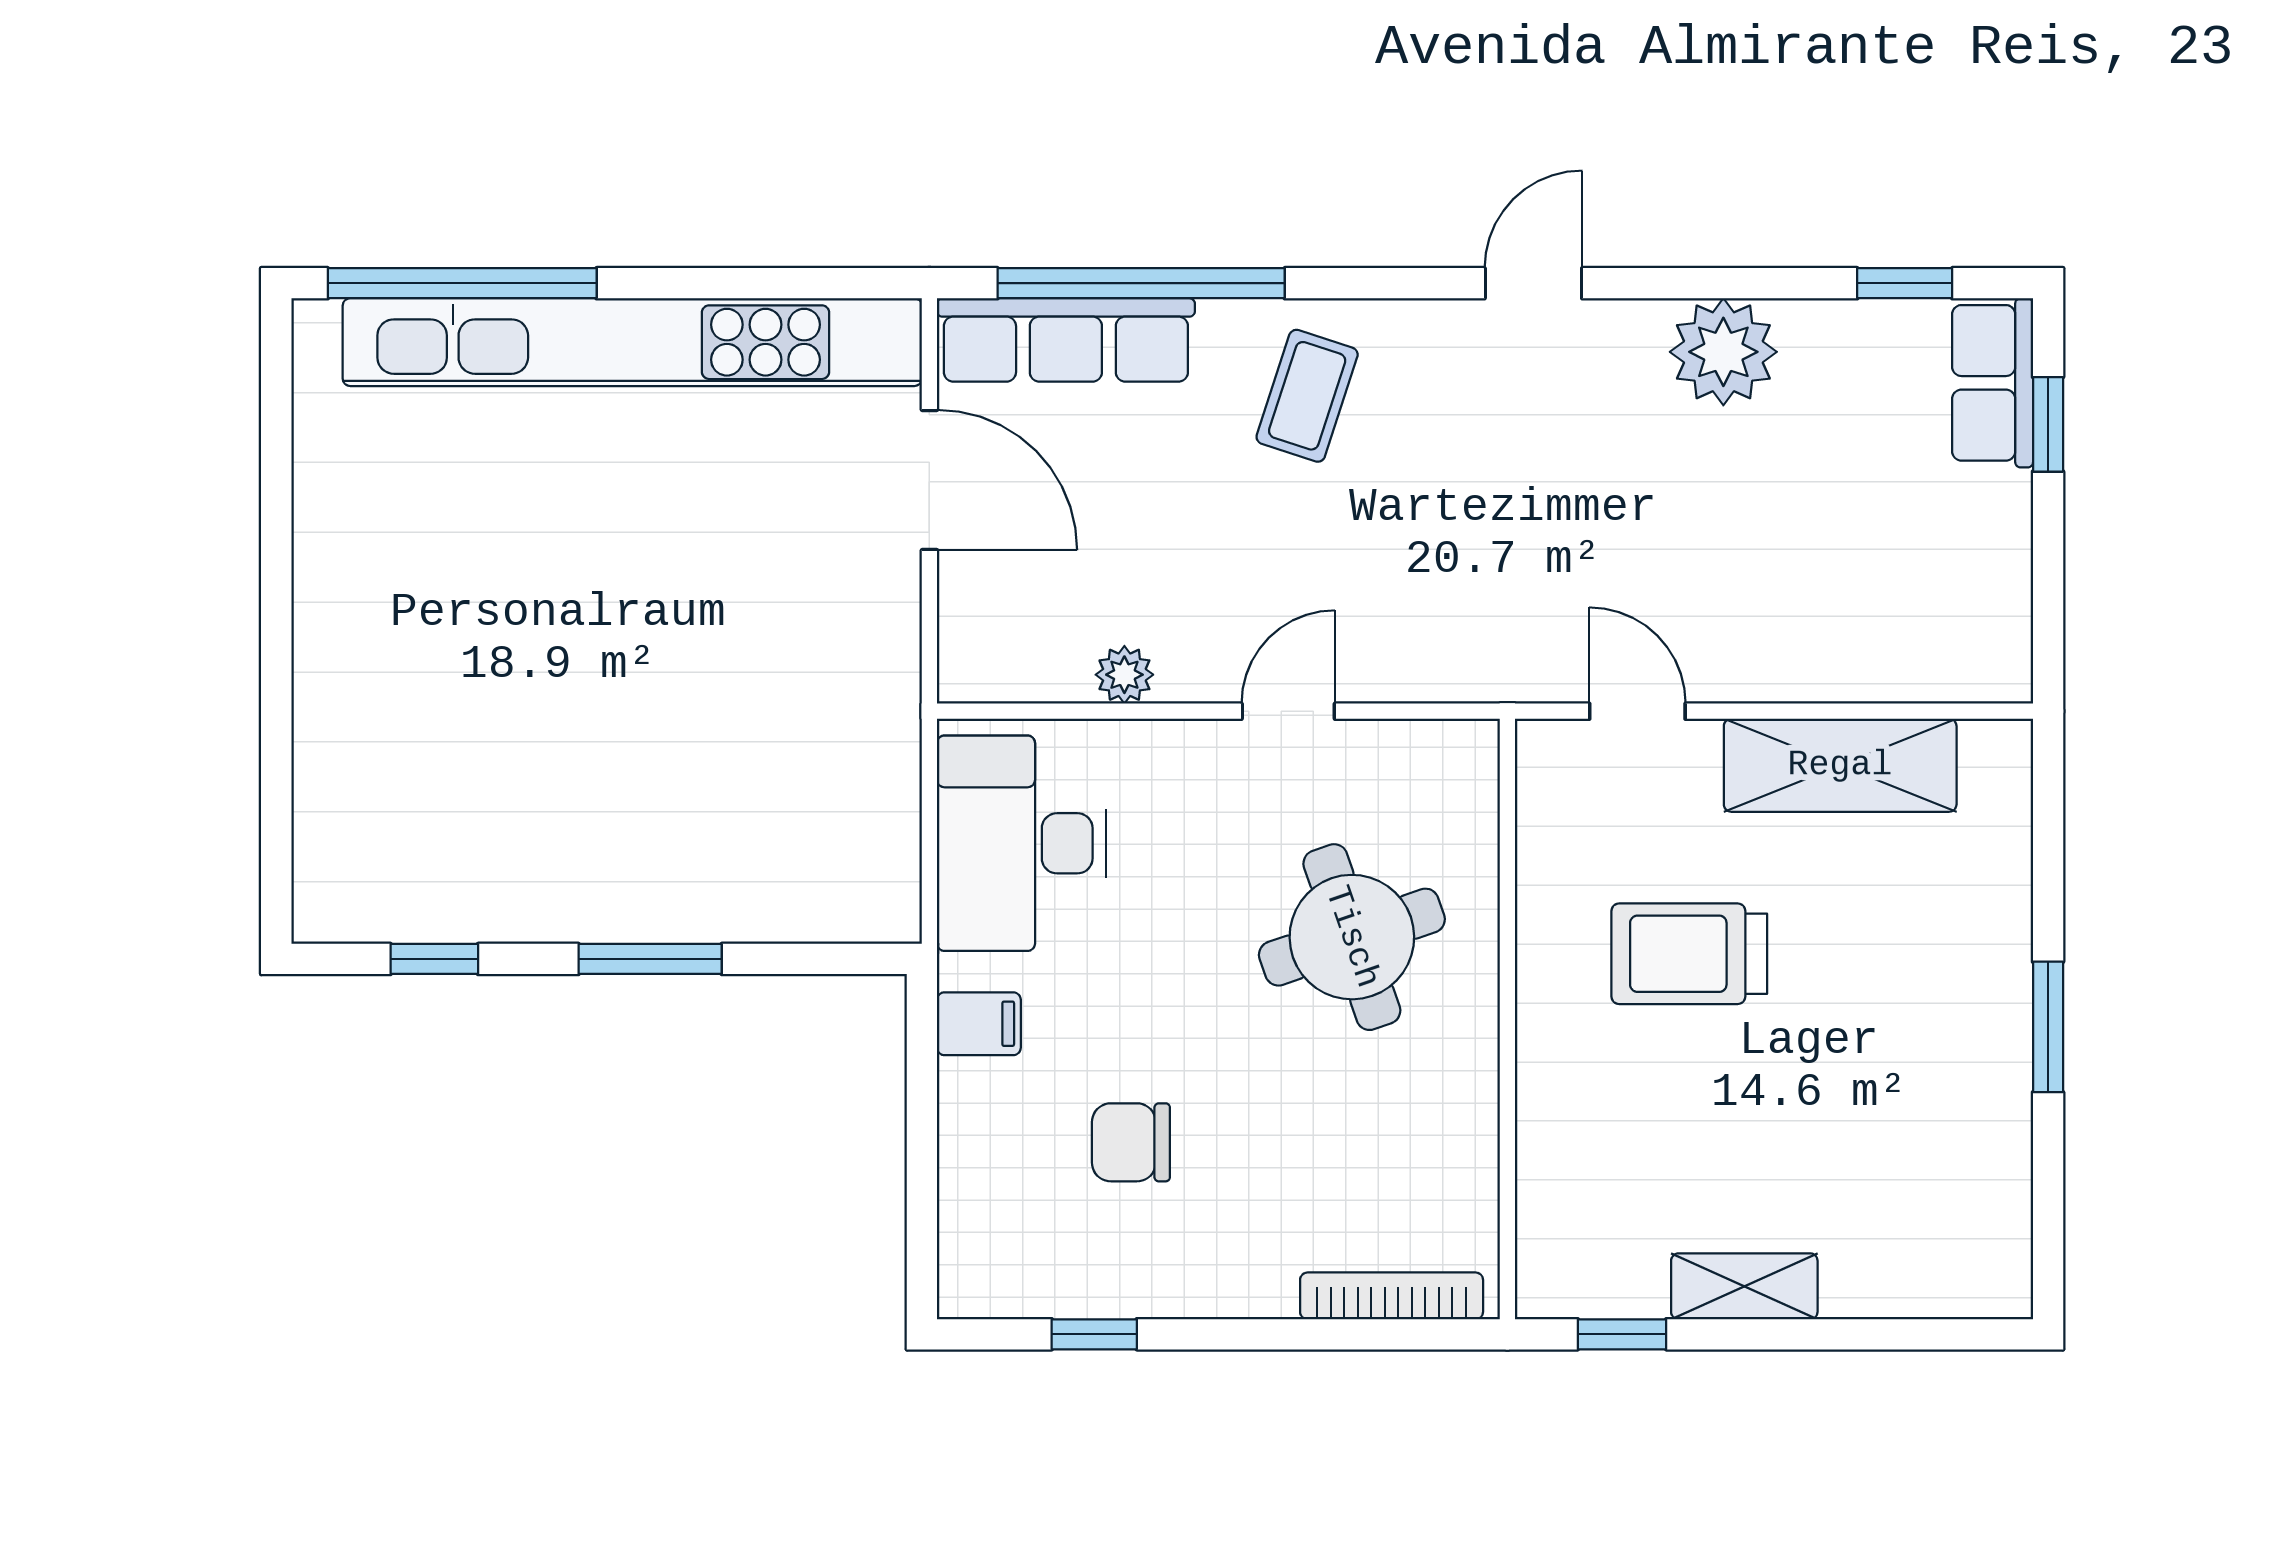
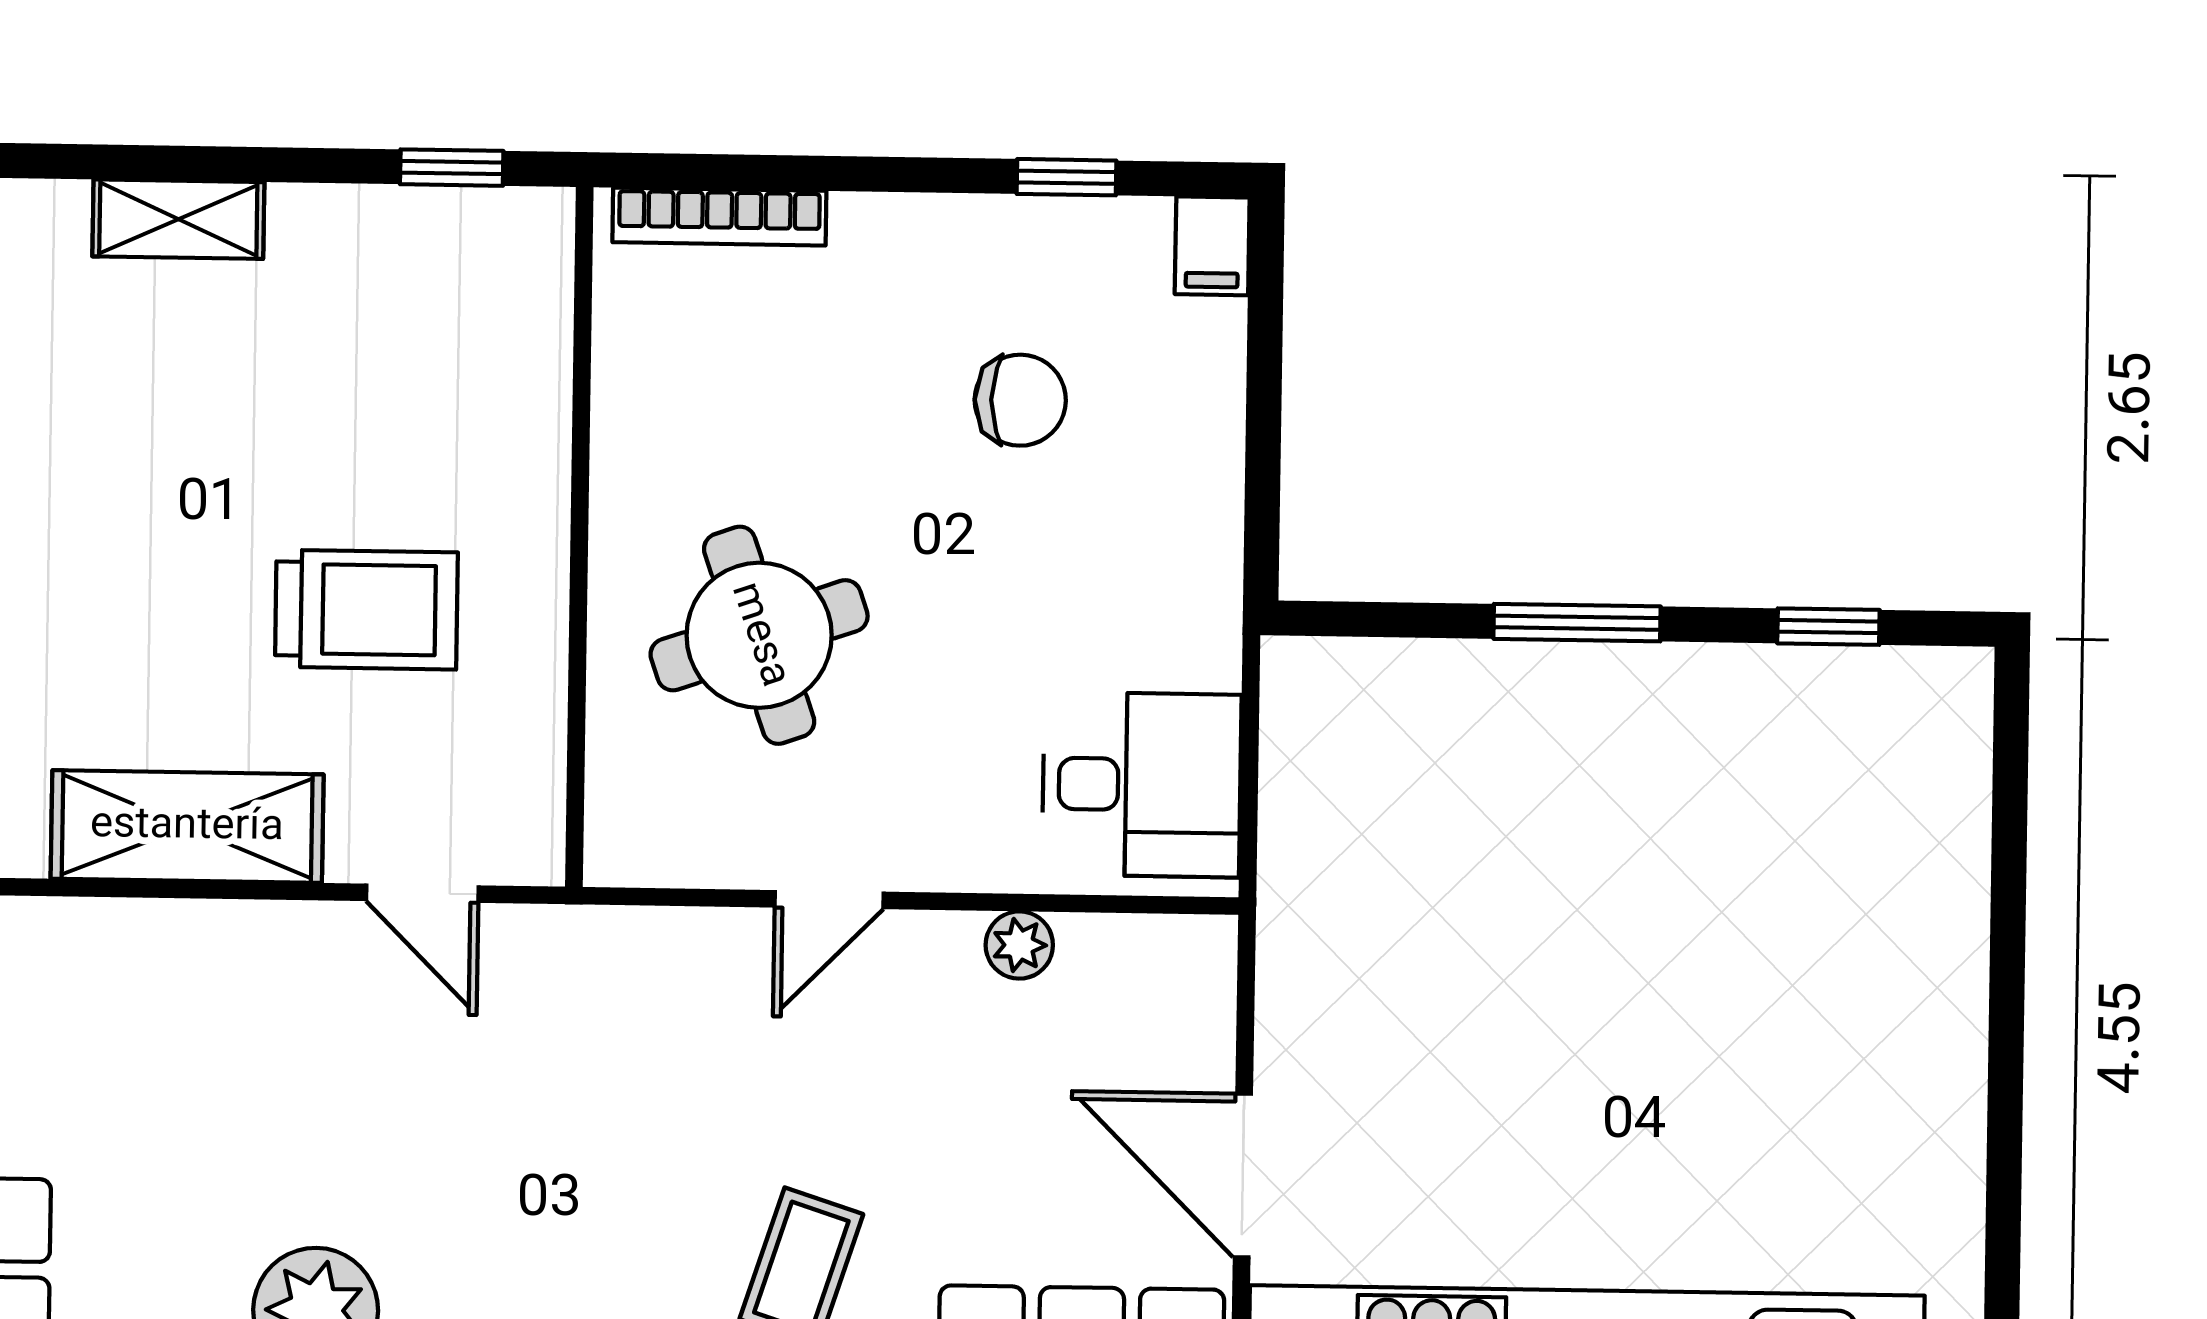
desk: (1022, 843) -> (1142, 785), width x0.73
filing cabinet: (979, 1024) -> (1212, 246), moved, turned -90
shelving: (1744, 1286) -> (178, 219), moved

